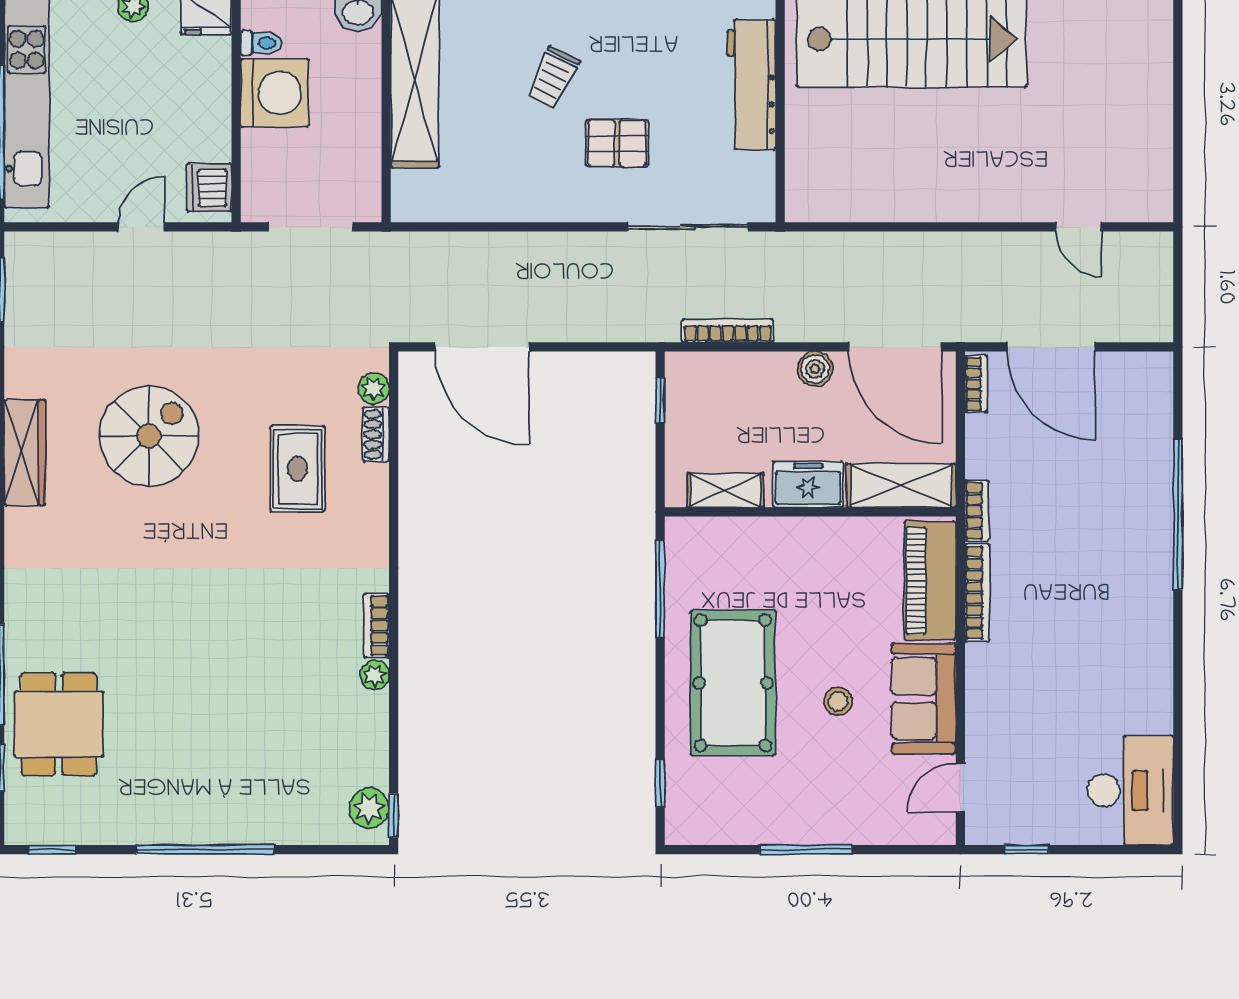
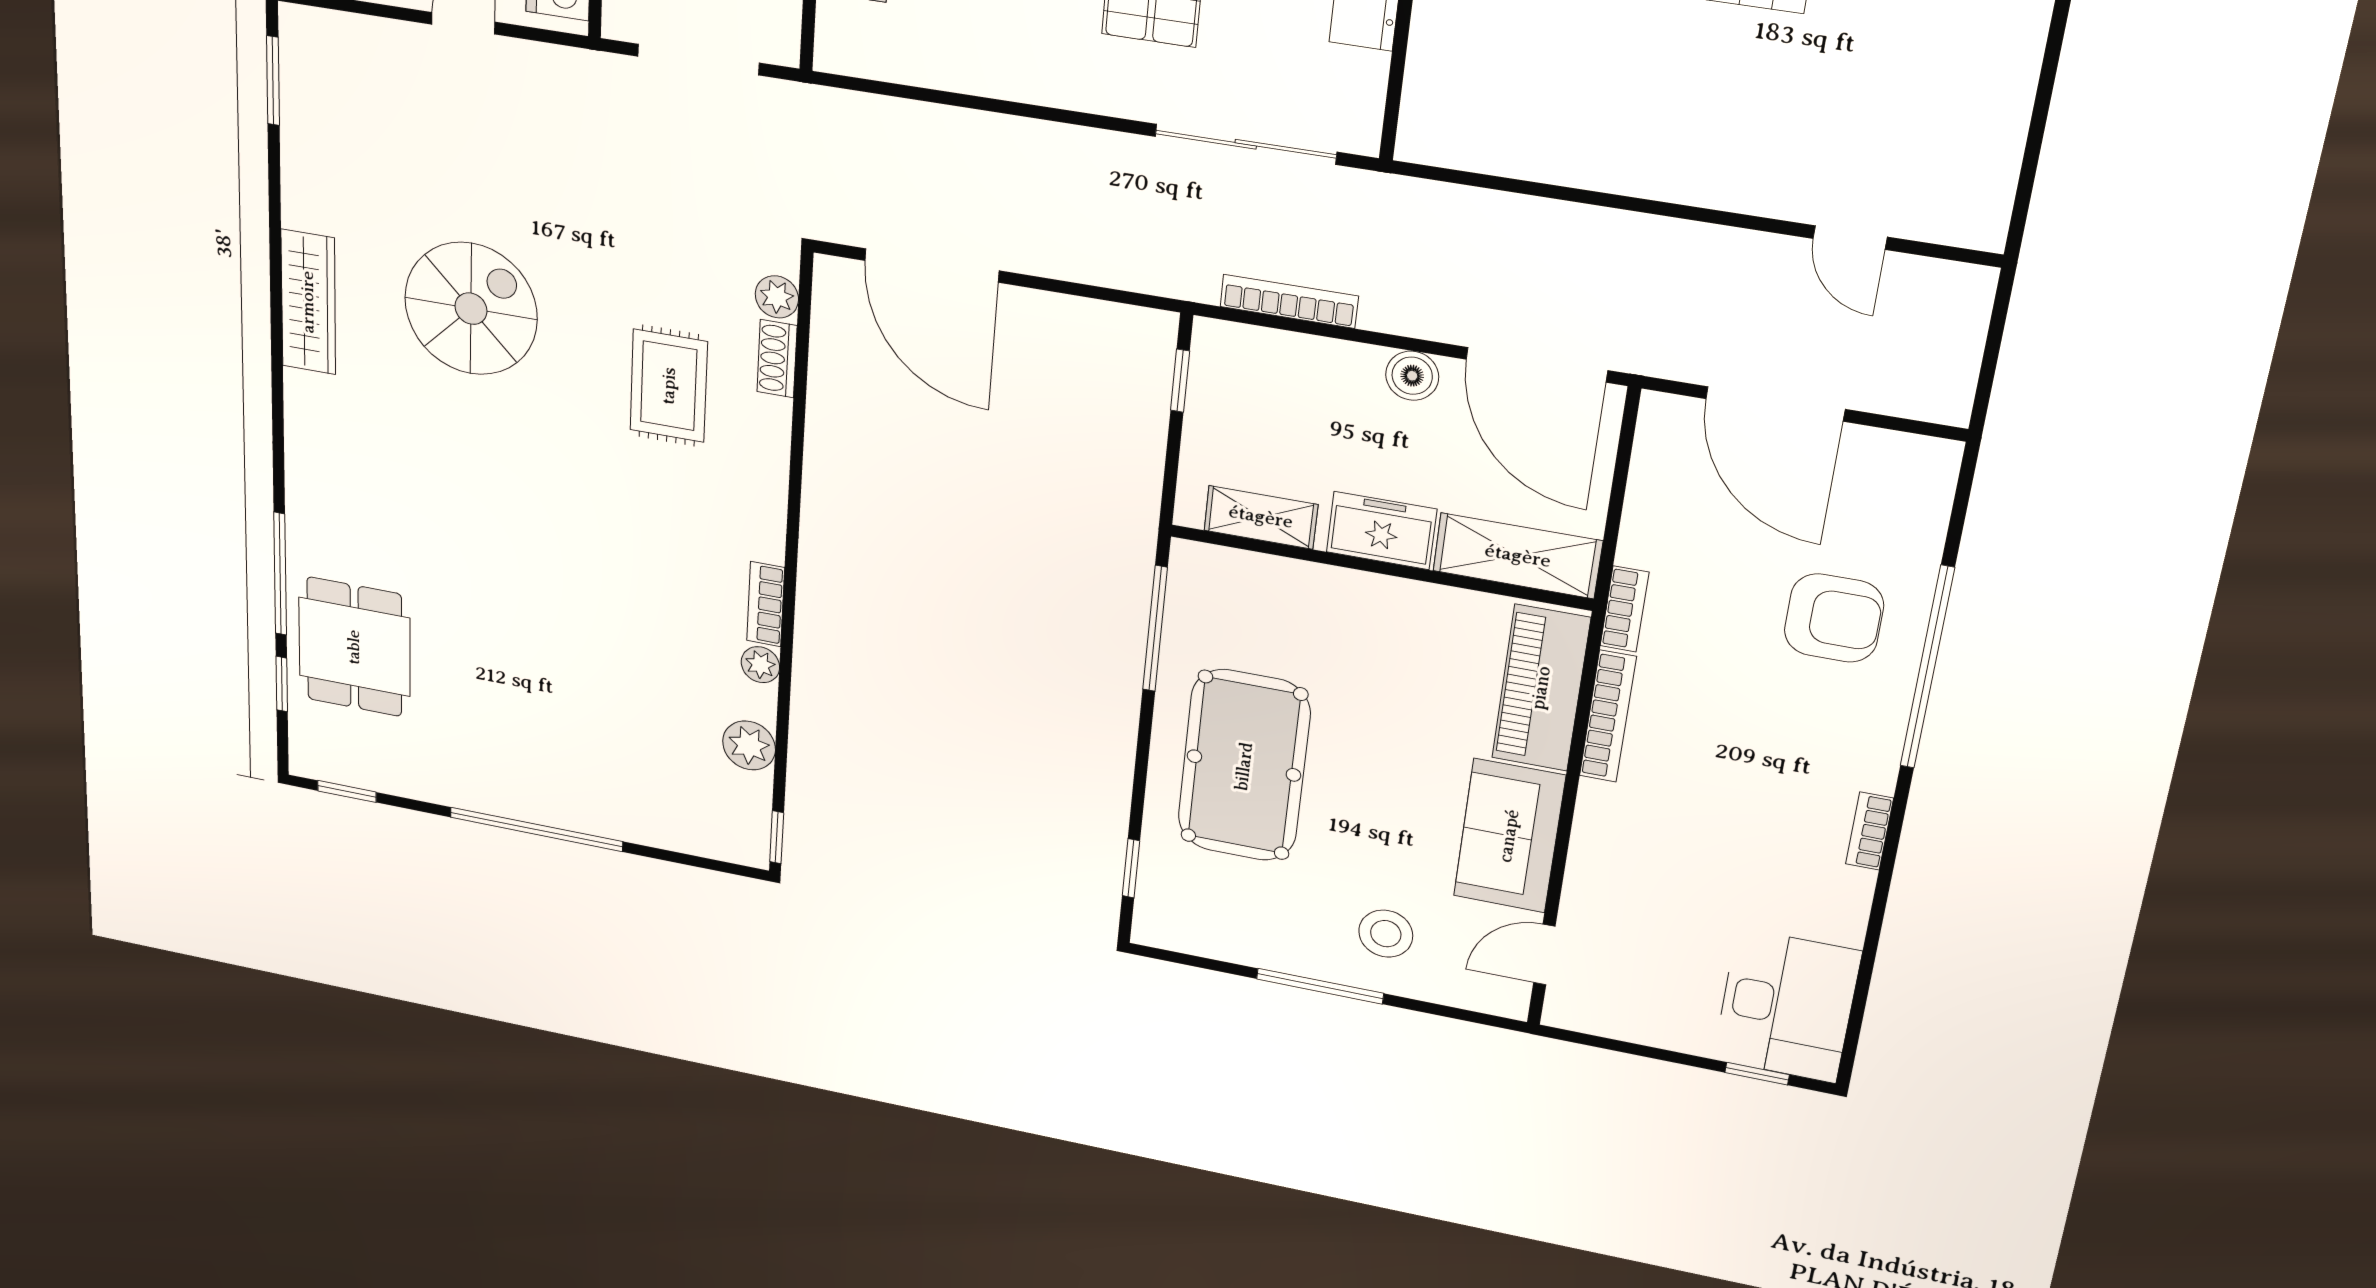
bookcase: (976, 384) -> (1869, 831), moved, turned 180
armchair: (1113, 491) -> (1834, 618), added
stool: (838, 701) -> (1386, 934), moved, width x1.37, depth x1.37
plant: (369, 808) -> (749, 745), moved
window: (1026, 850) -> (1757, 1074), moved

